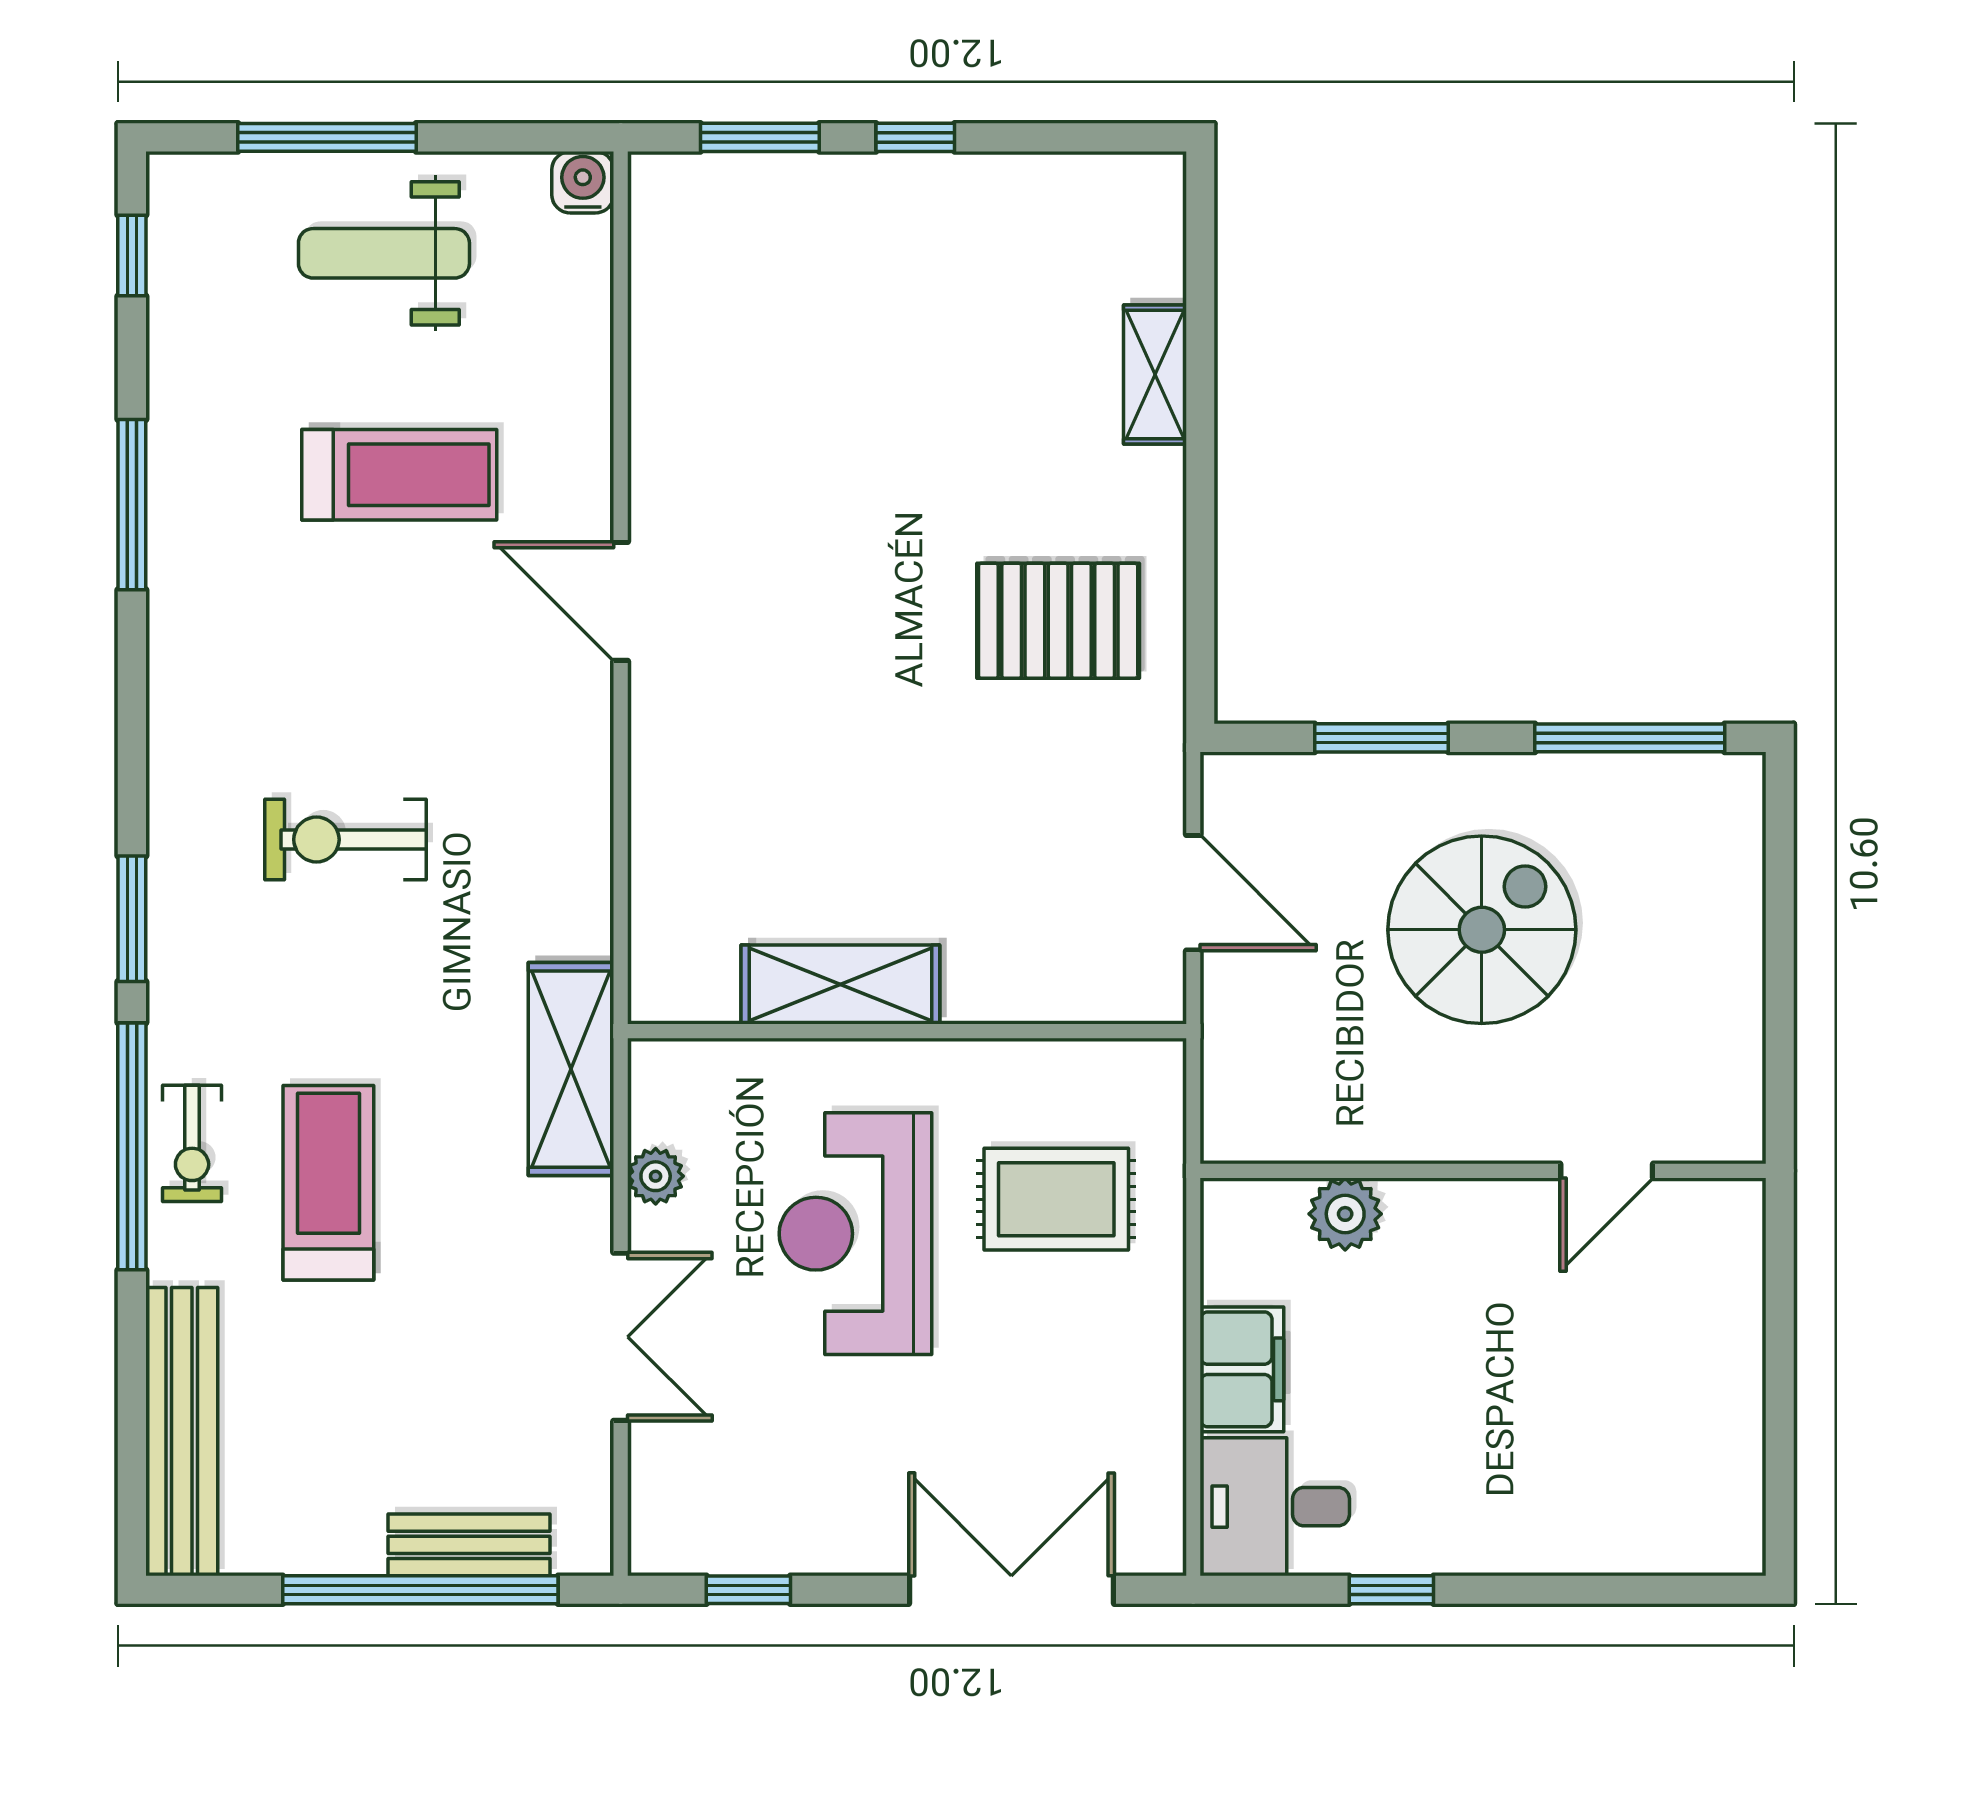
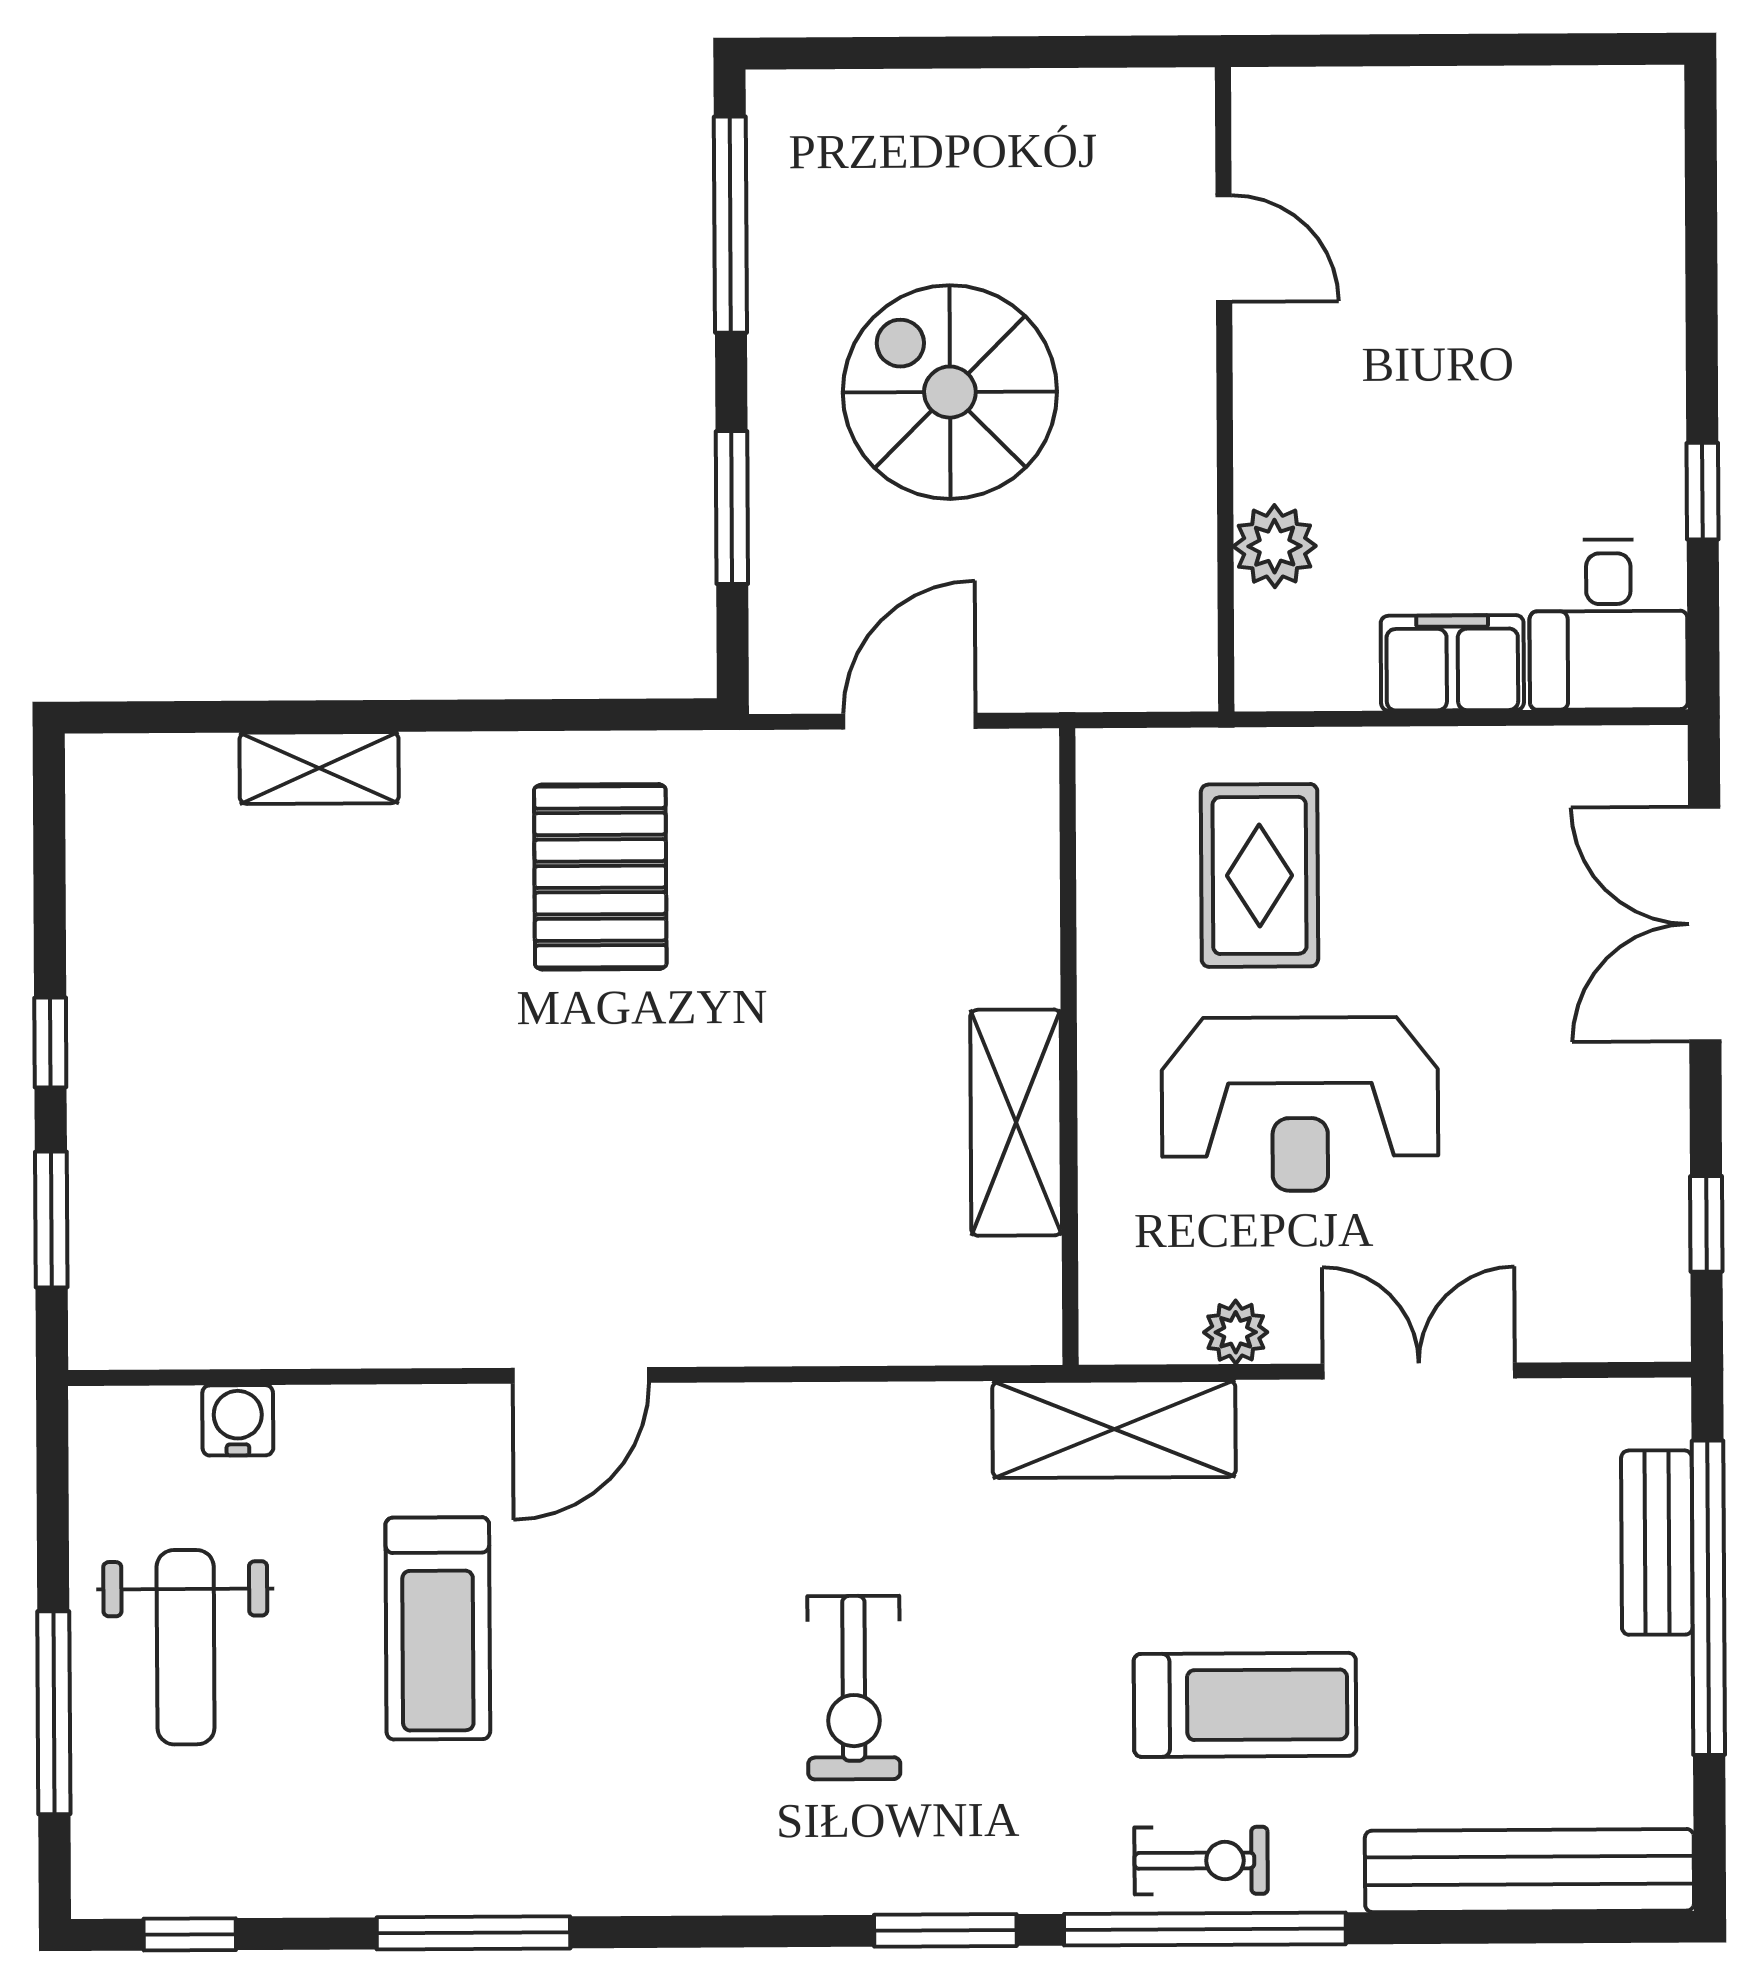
water cooler: (583, 182) -> (238, 1420), moved, turned 90
treadmill: (399, 475) -> (438, 1628), turned 180
treadmill: (328, 1183) -> (1245, 1705), turned 180

